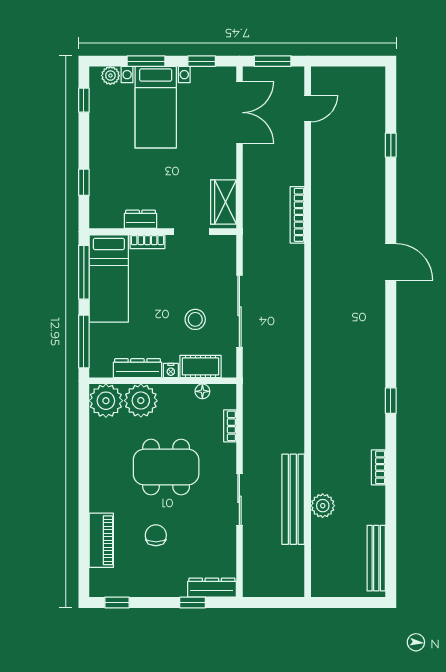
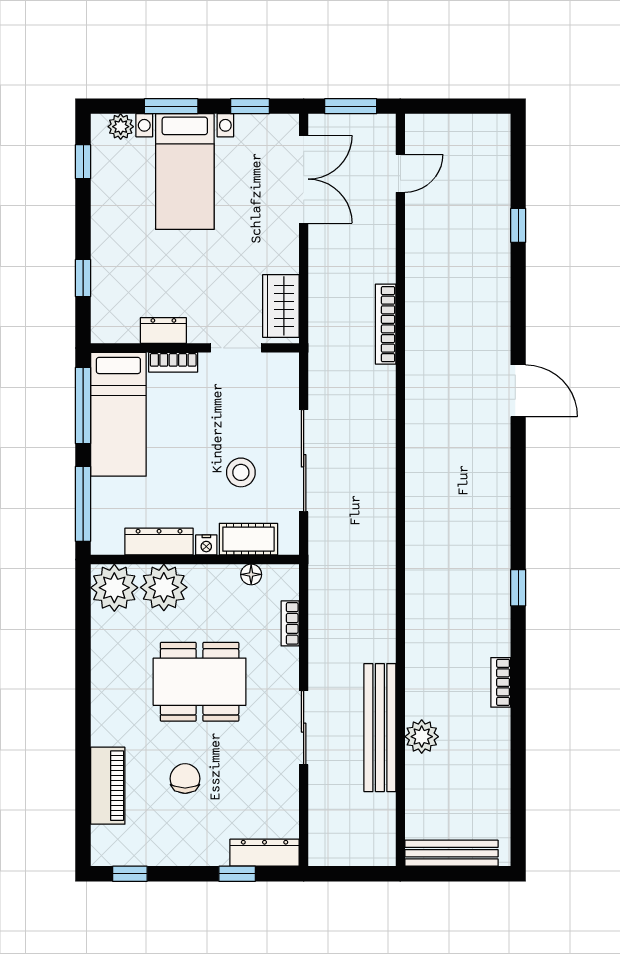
bench: (376, 558) -> (451, 853), moved, turned 90

